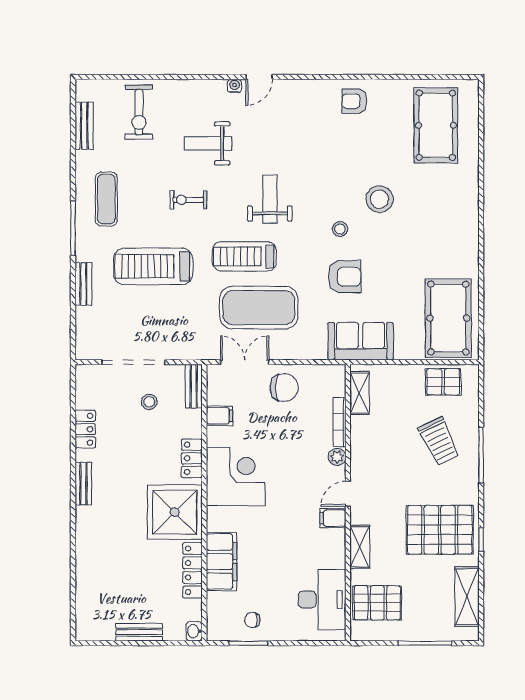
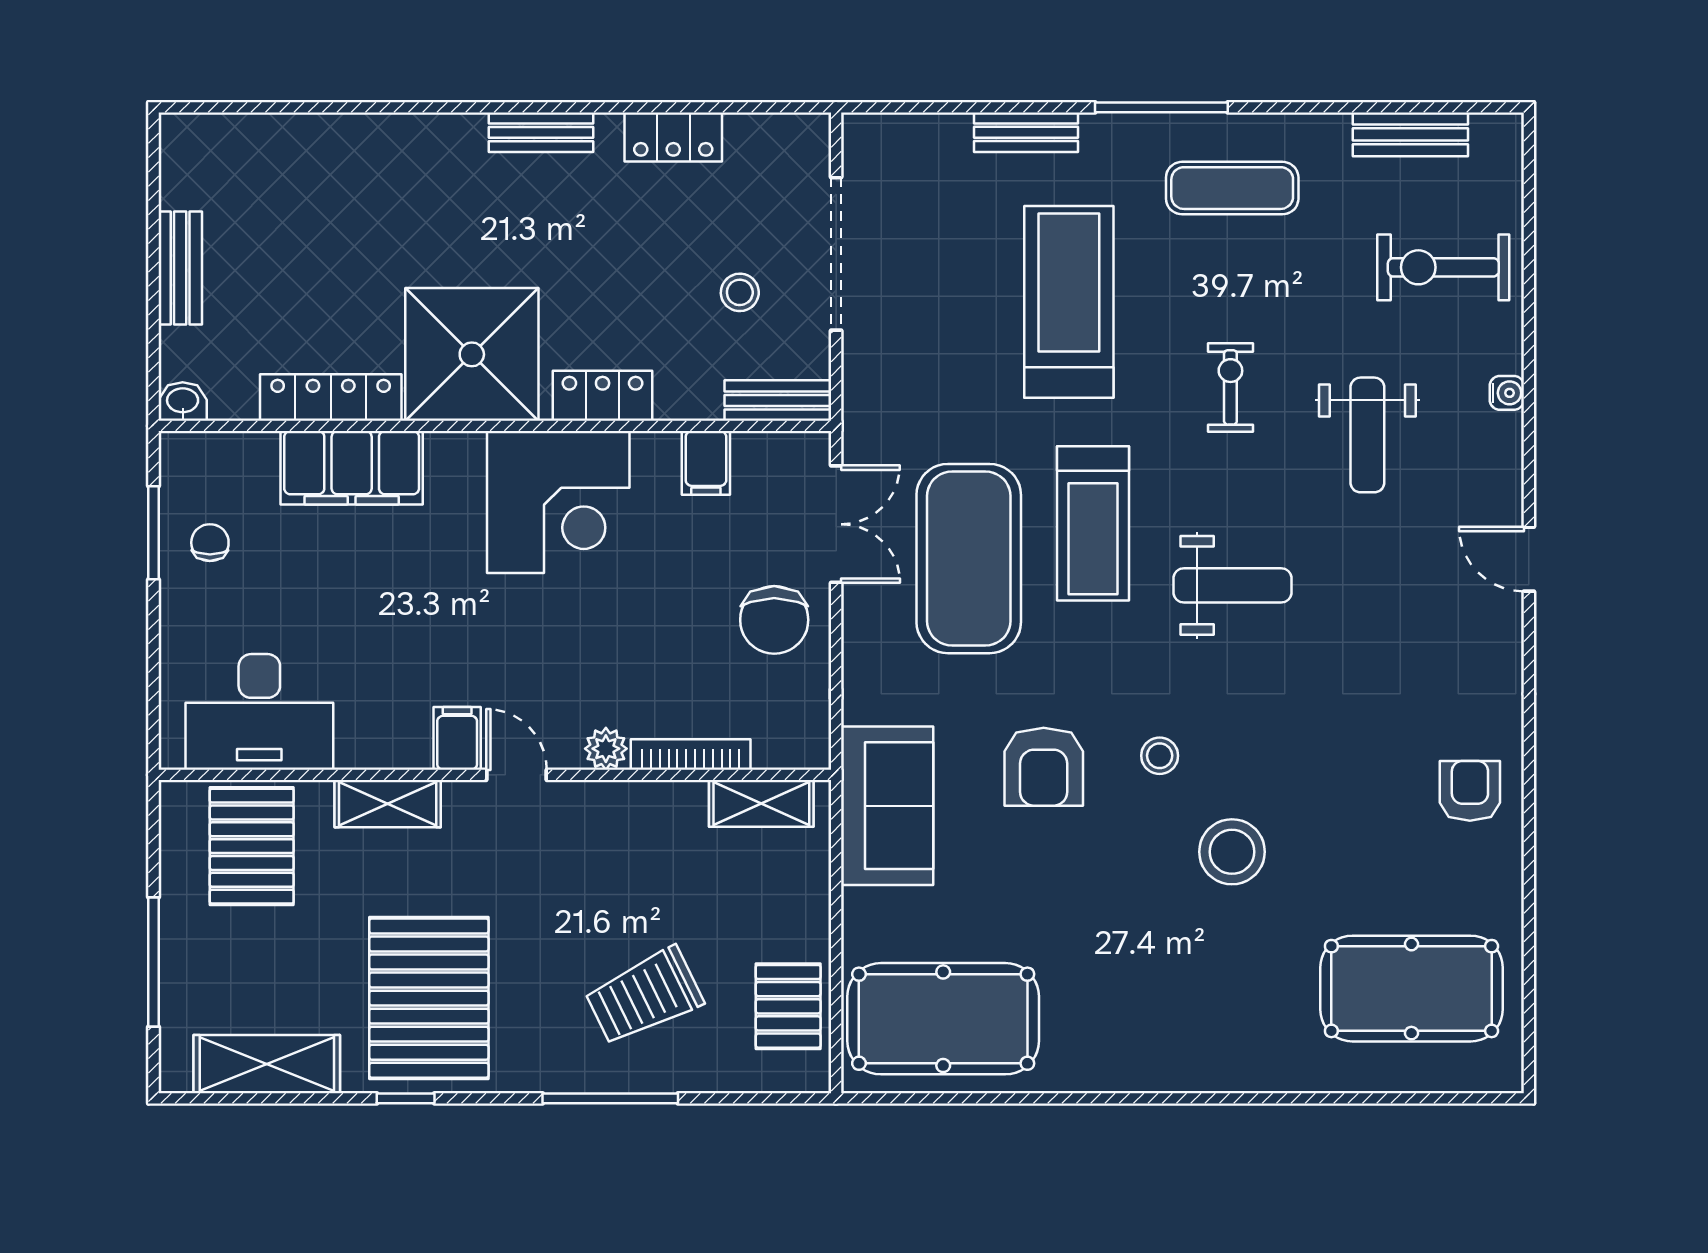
water cooler: (234, 86) -> (1507, 393), moved
weight bench: (208, 143) -> (1367, 435), turned 180
treadmill: (244, 256) -> (1093, 523), turned 180

